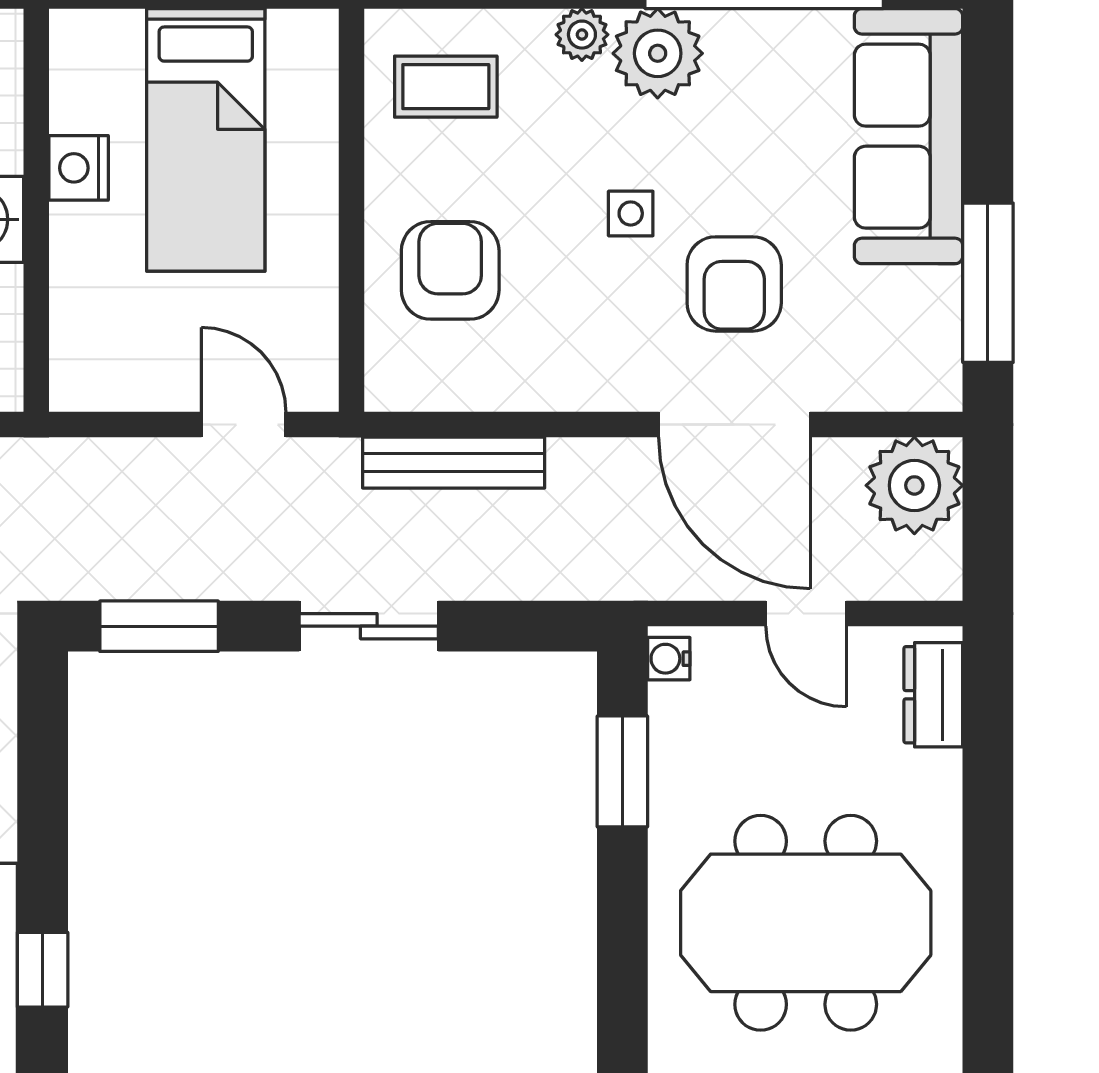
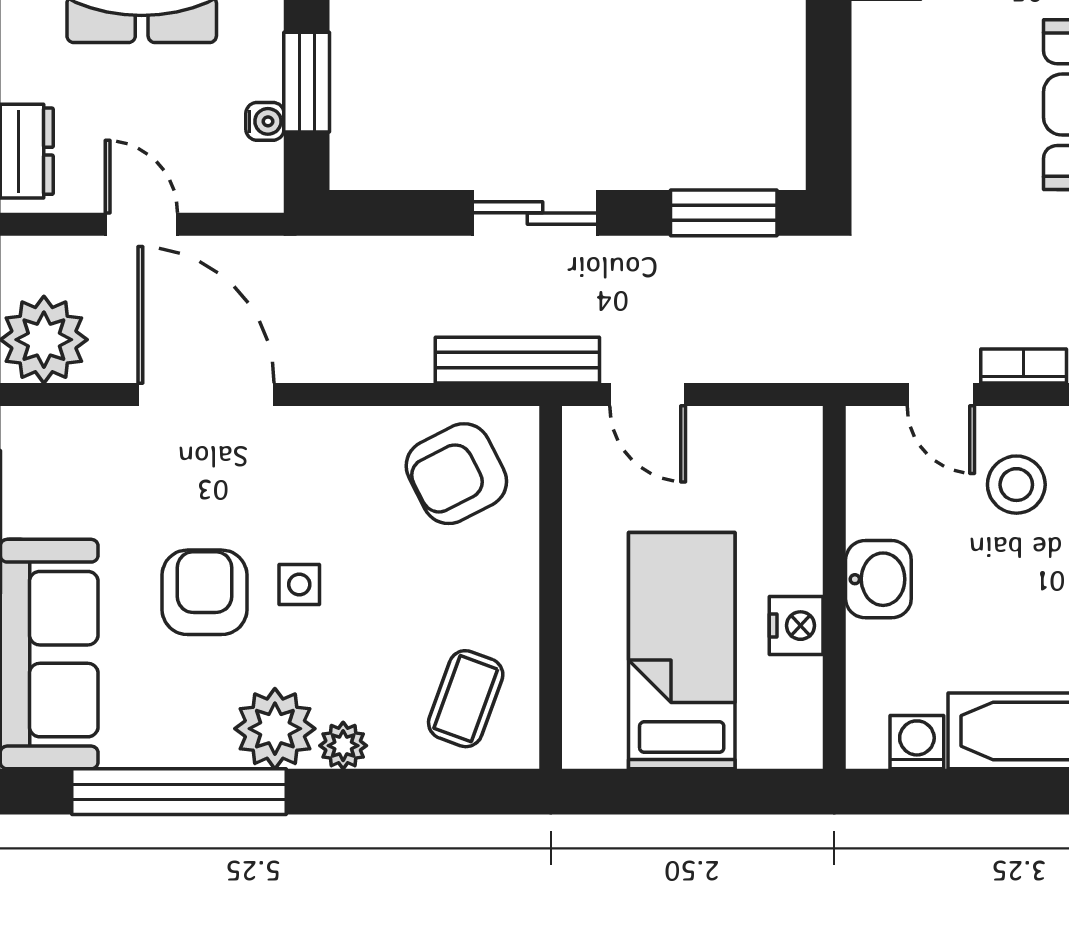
coffee table: (446, 87) -> (466, 699), turned -70
armchair: (450, 270) -> (456, 474), moved, turned 63
armchair: (734, 284) -> (204, 592), moved
bench: (454, 463) -> (517, 360), moved
water cooler: (669, 659) -> (265, 121), moved

